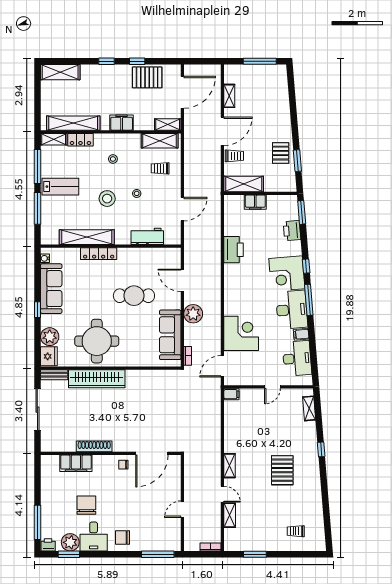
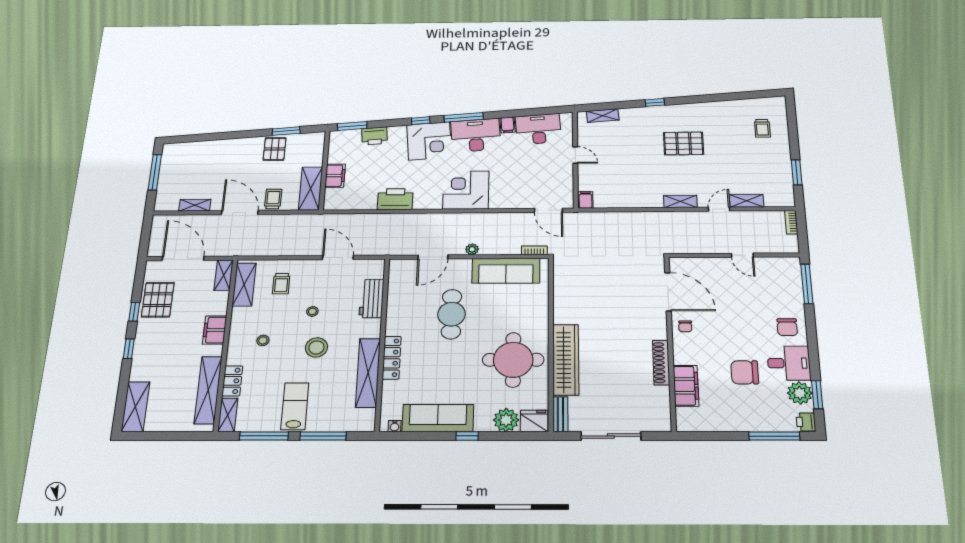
pallet: (281, 153) -> (275, 149), turned 90
plant: (193, 314) -> (472, 249), width x0.53, depth x0.53
corner desk: (241, 333) -> (466, 190), moved

